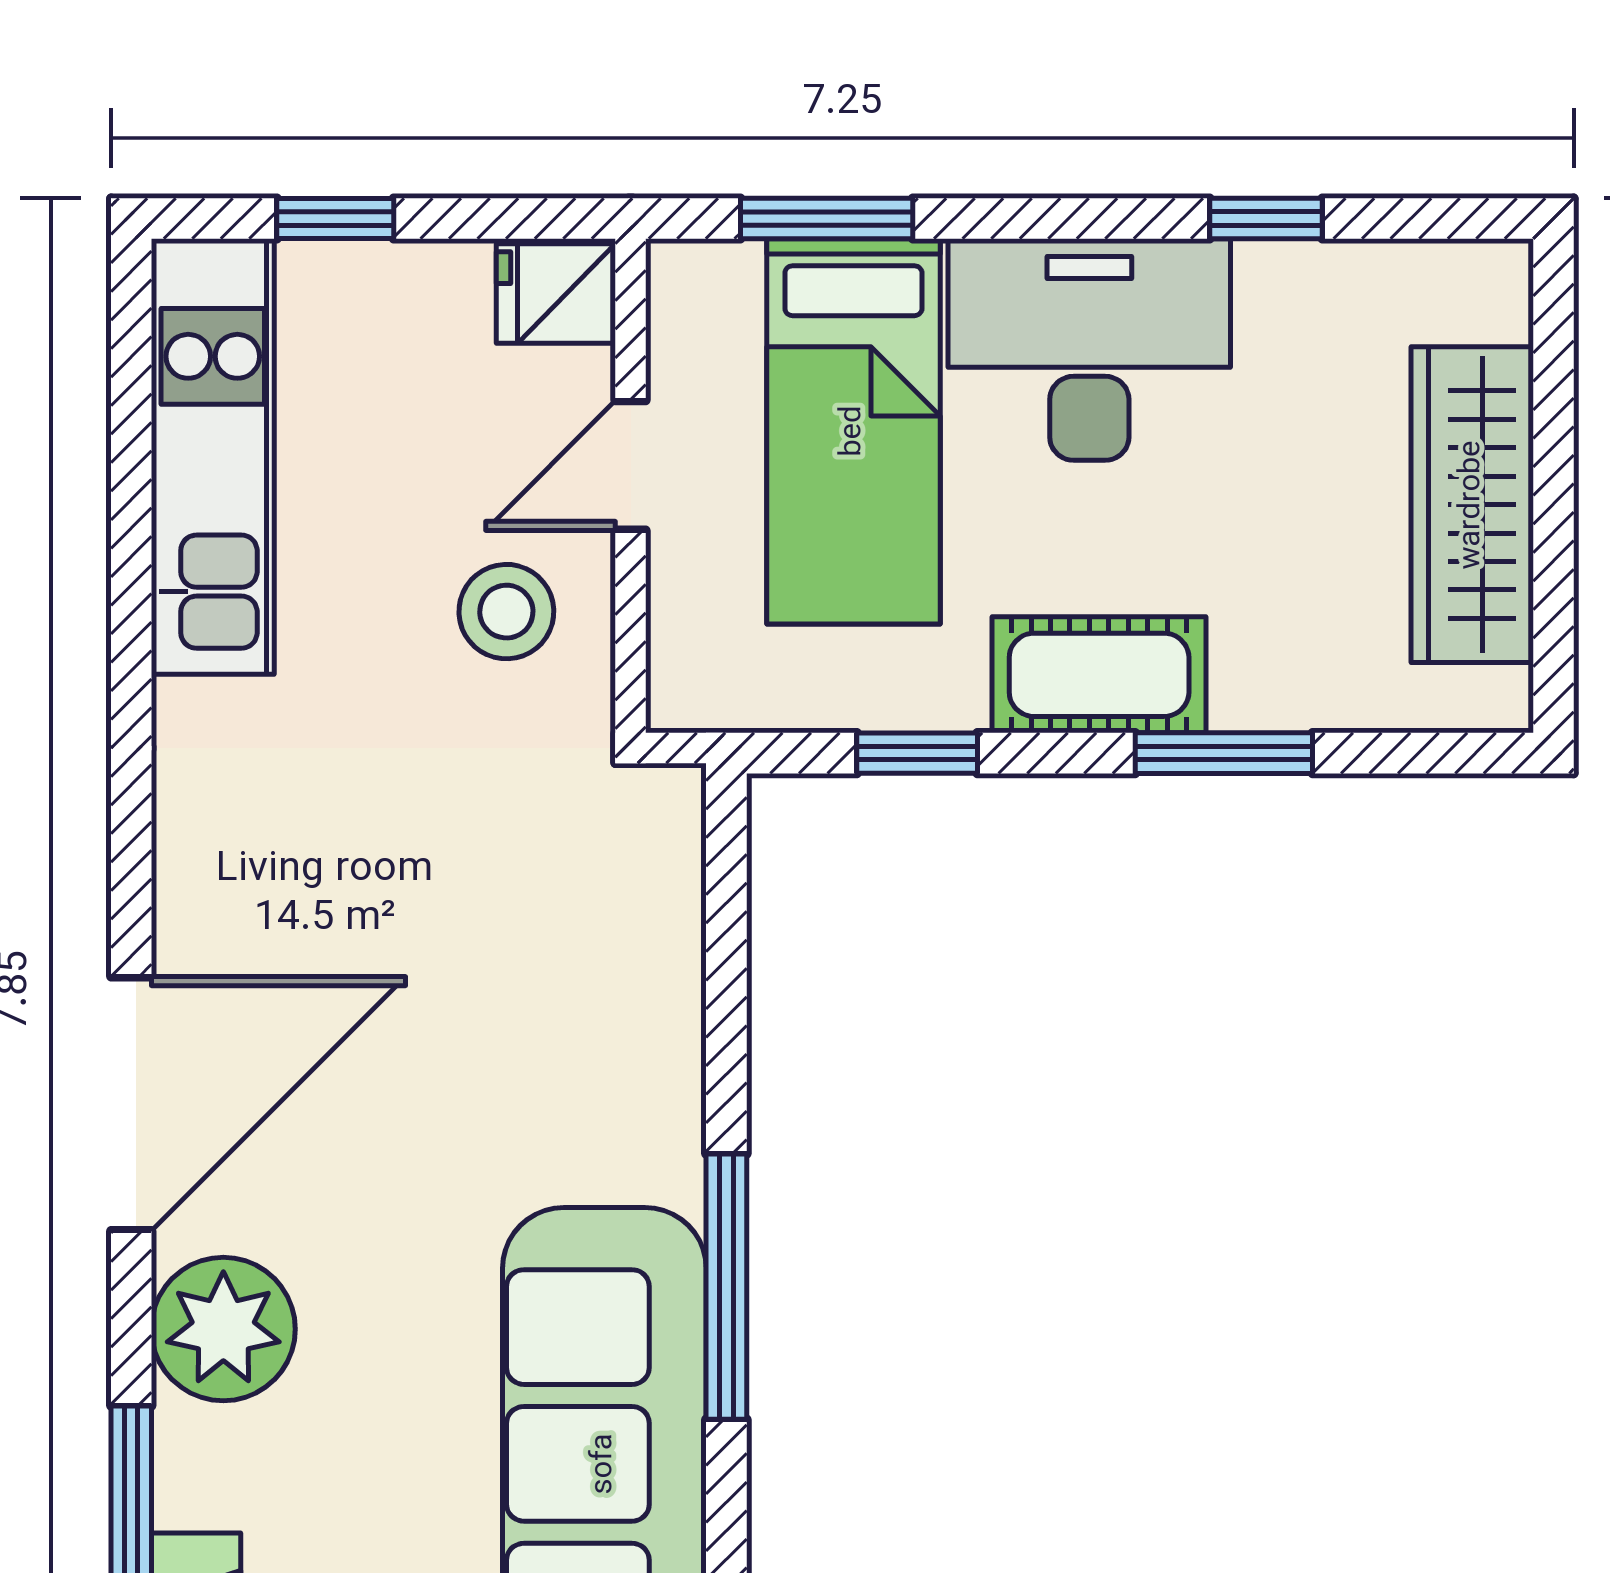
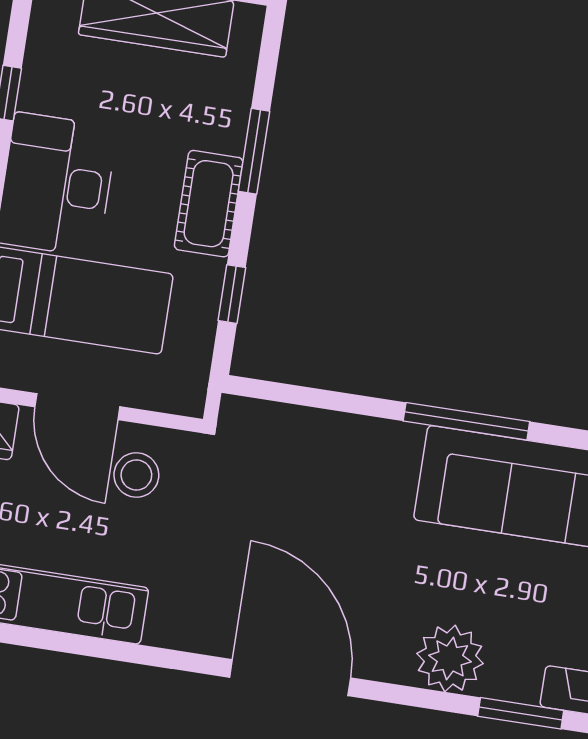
door: (631, 465) -> (77, 407), width x1.38
door: (131, 1104) -> (290, 678), moved

